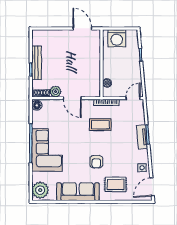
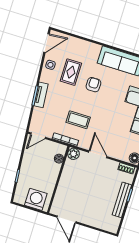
plant: (55, 92) -> (73, 154), moved
rug: (116, 184) -> (71, 72), moved, turned 90

